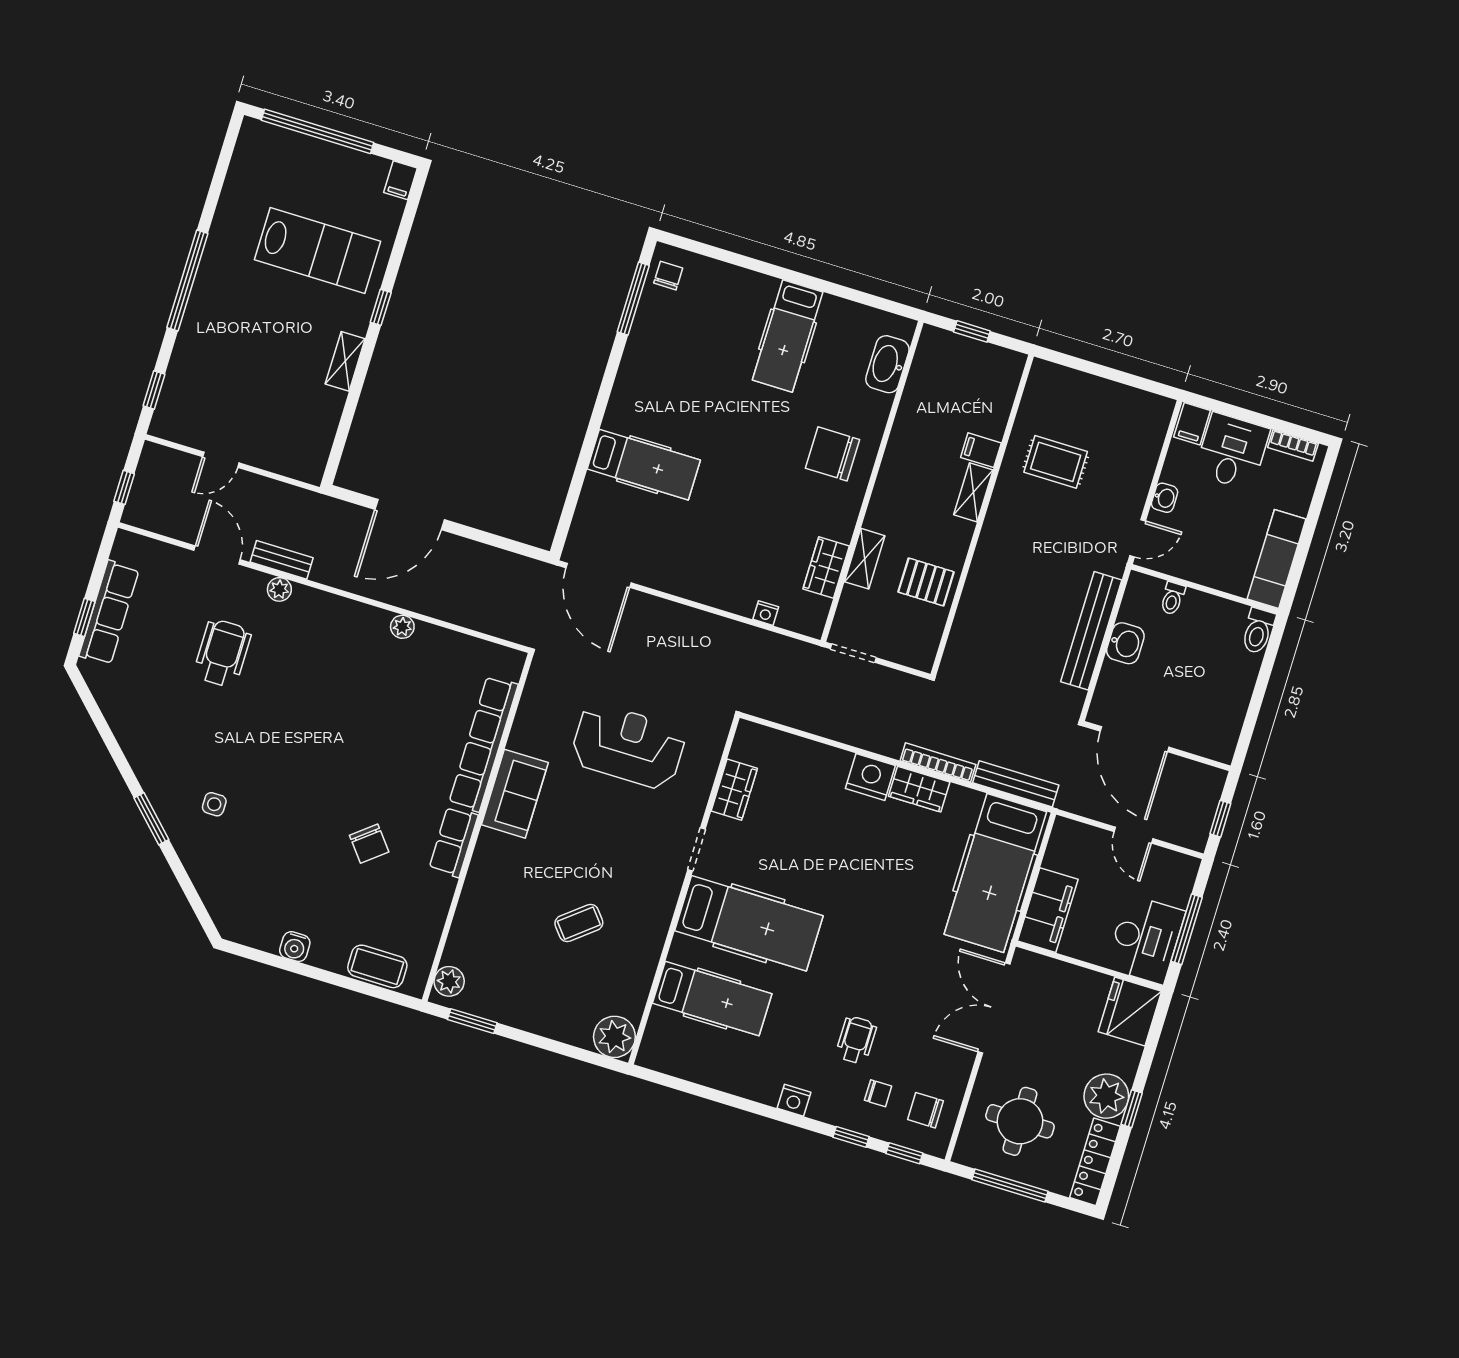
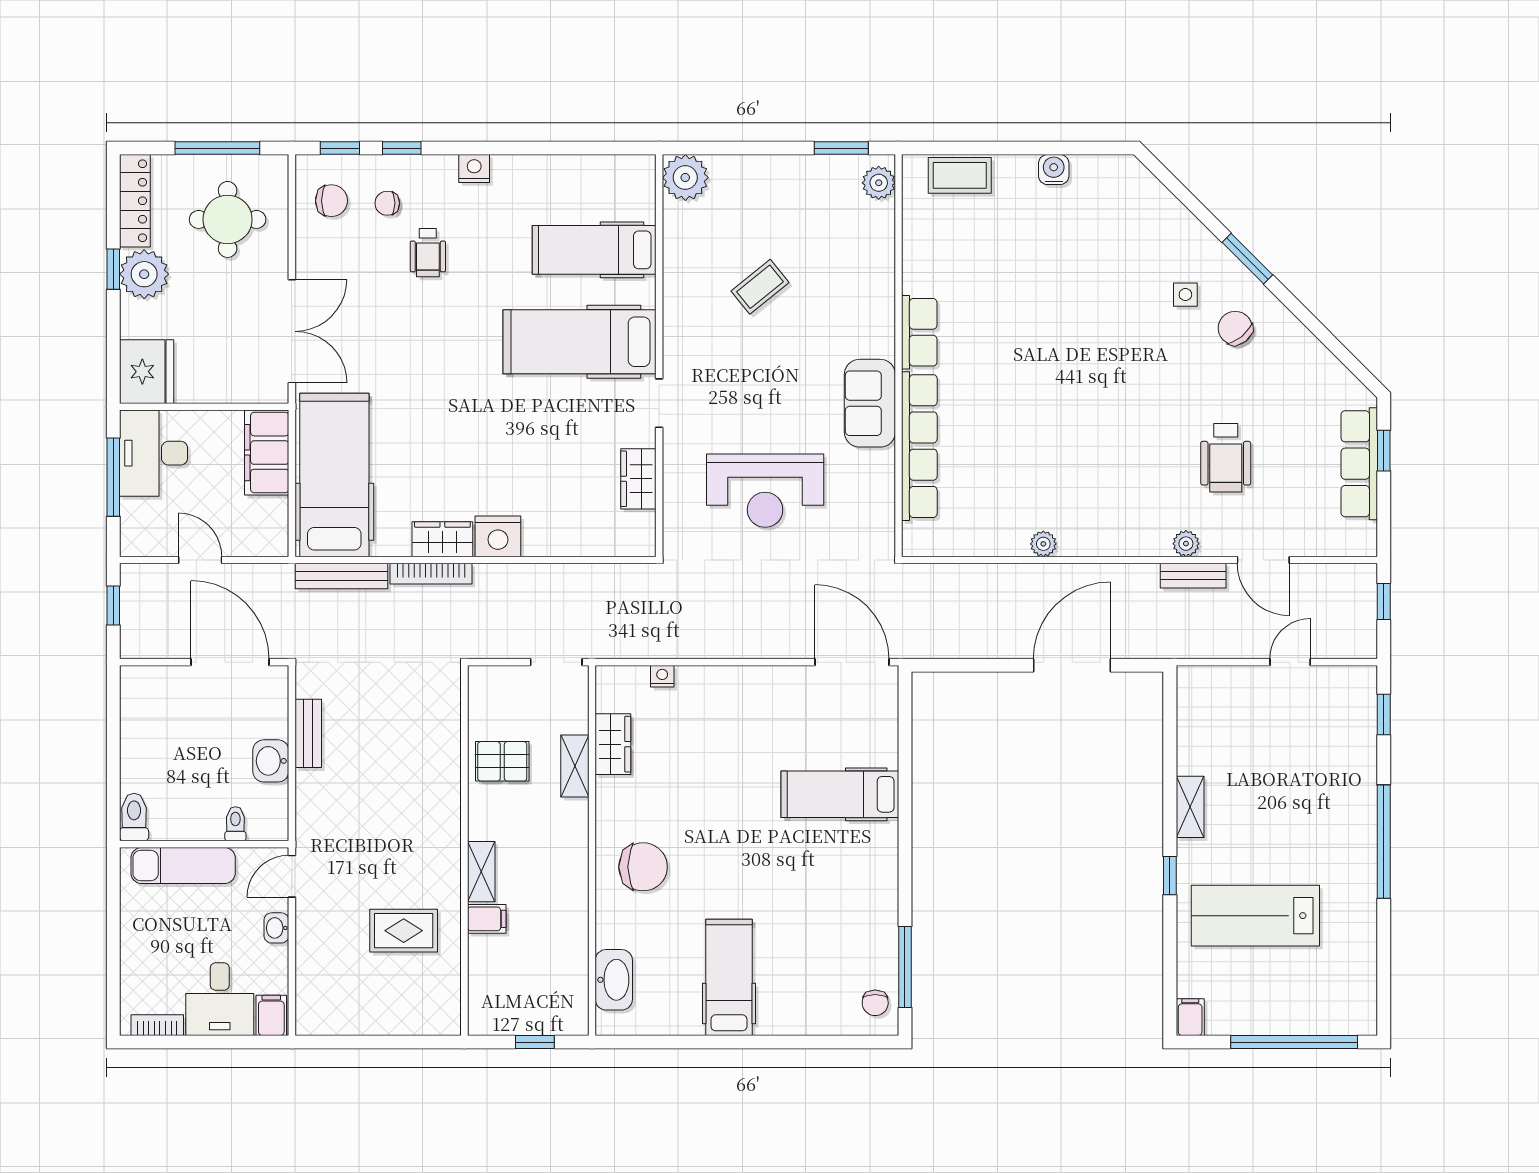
exam couch: (1277, 559) -> (183, 866), moved, turned 90
bench: (1091, 631) -> (308, 733), width x0.54, depth x0.82
chair: (369, 844) -> (1235, 328), moved

